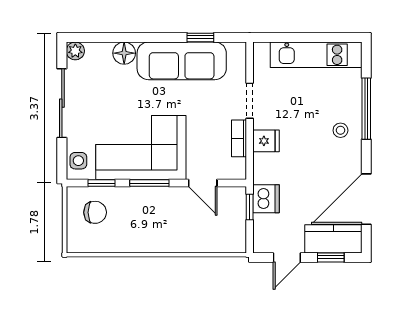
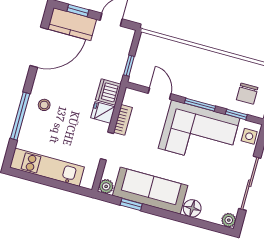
plant: (237, 51) -> (106, 186), added
dishwasher: (266, 199) -> (108, 92), moved
chair: (95, 212) -> (247, 94), turned -90

